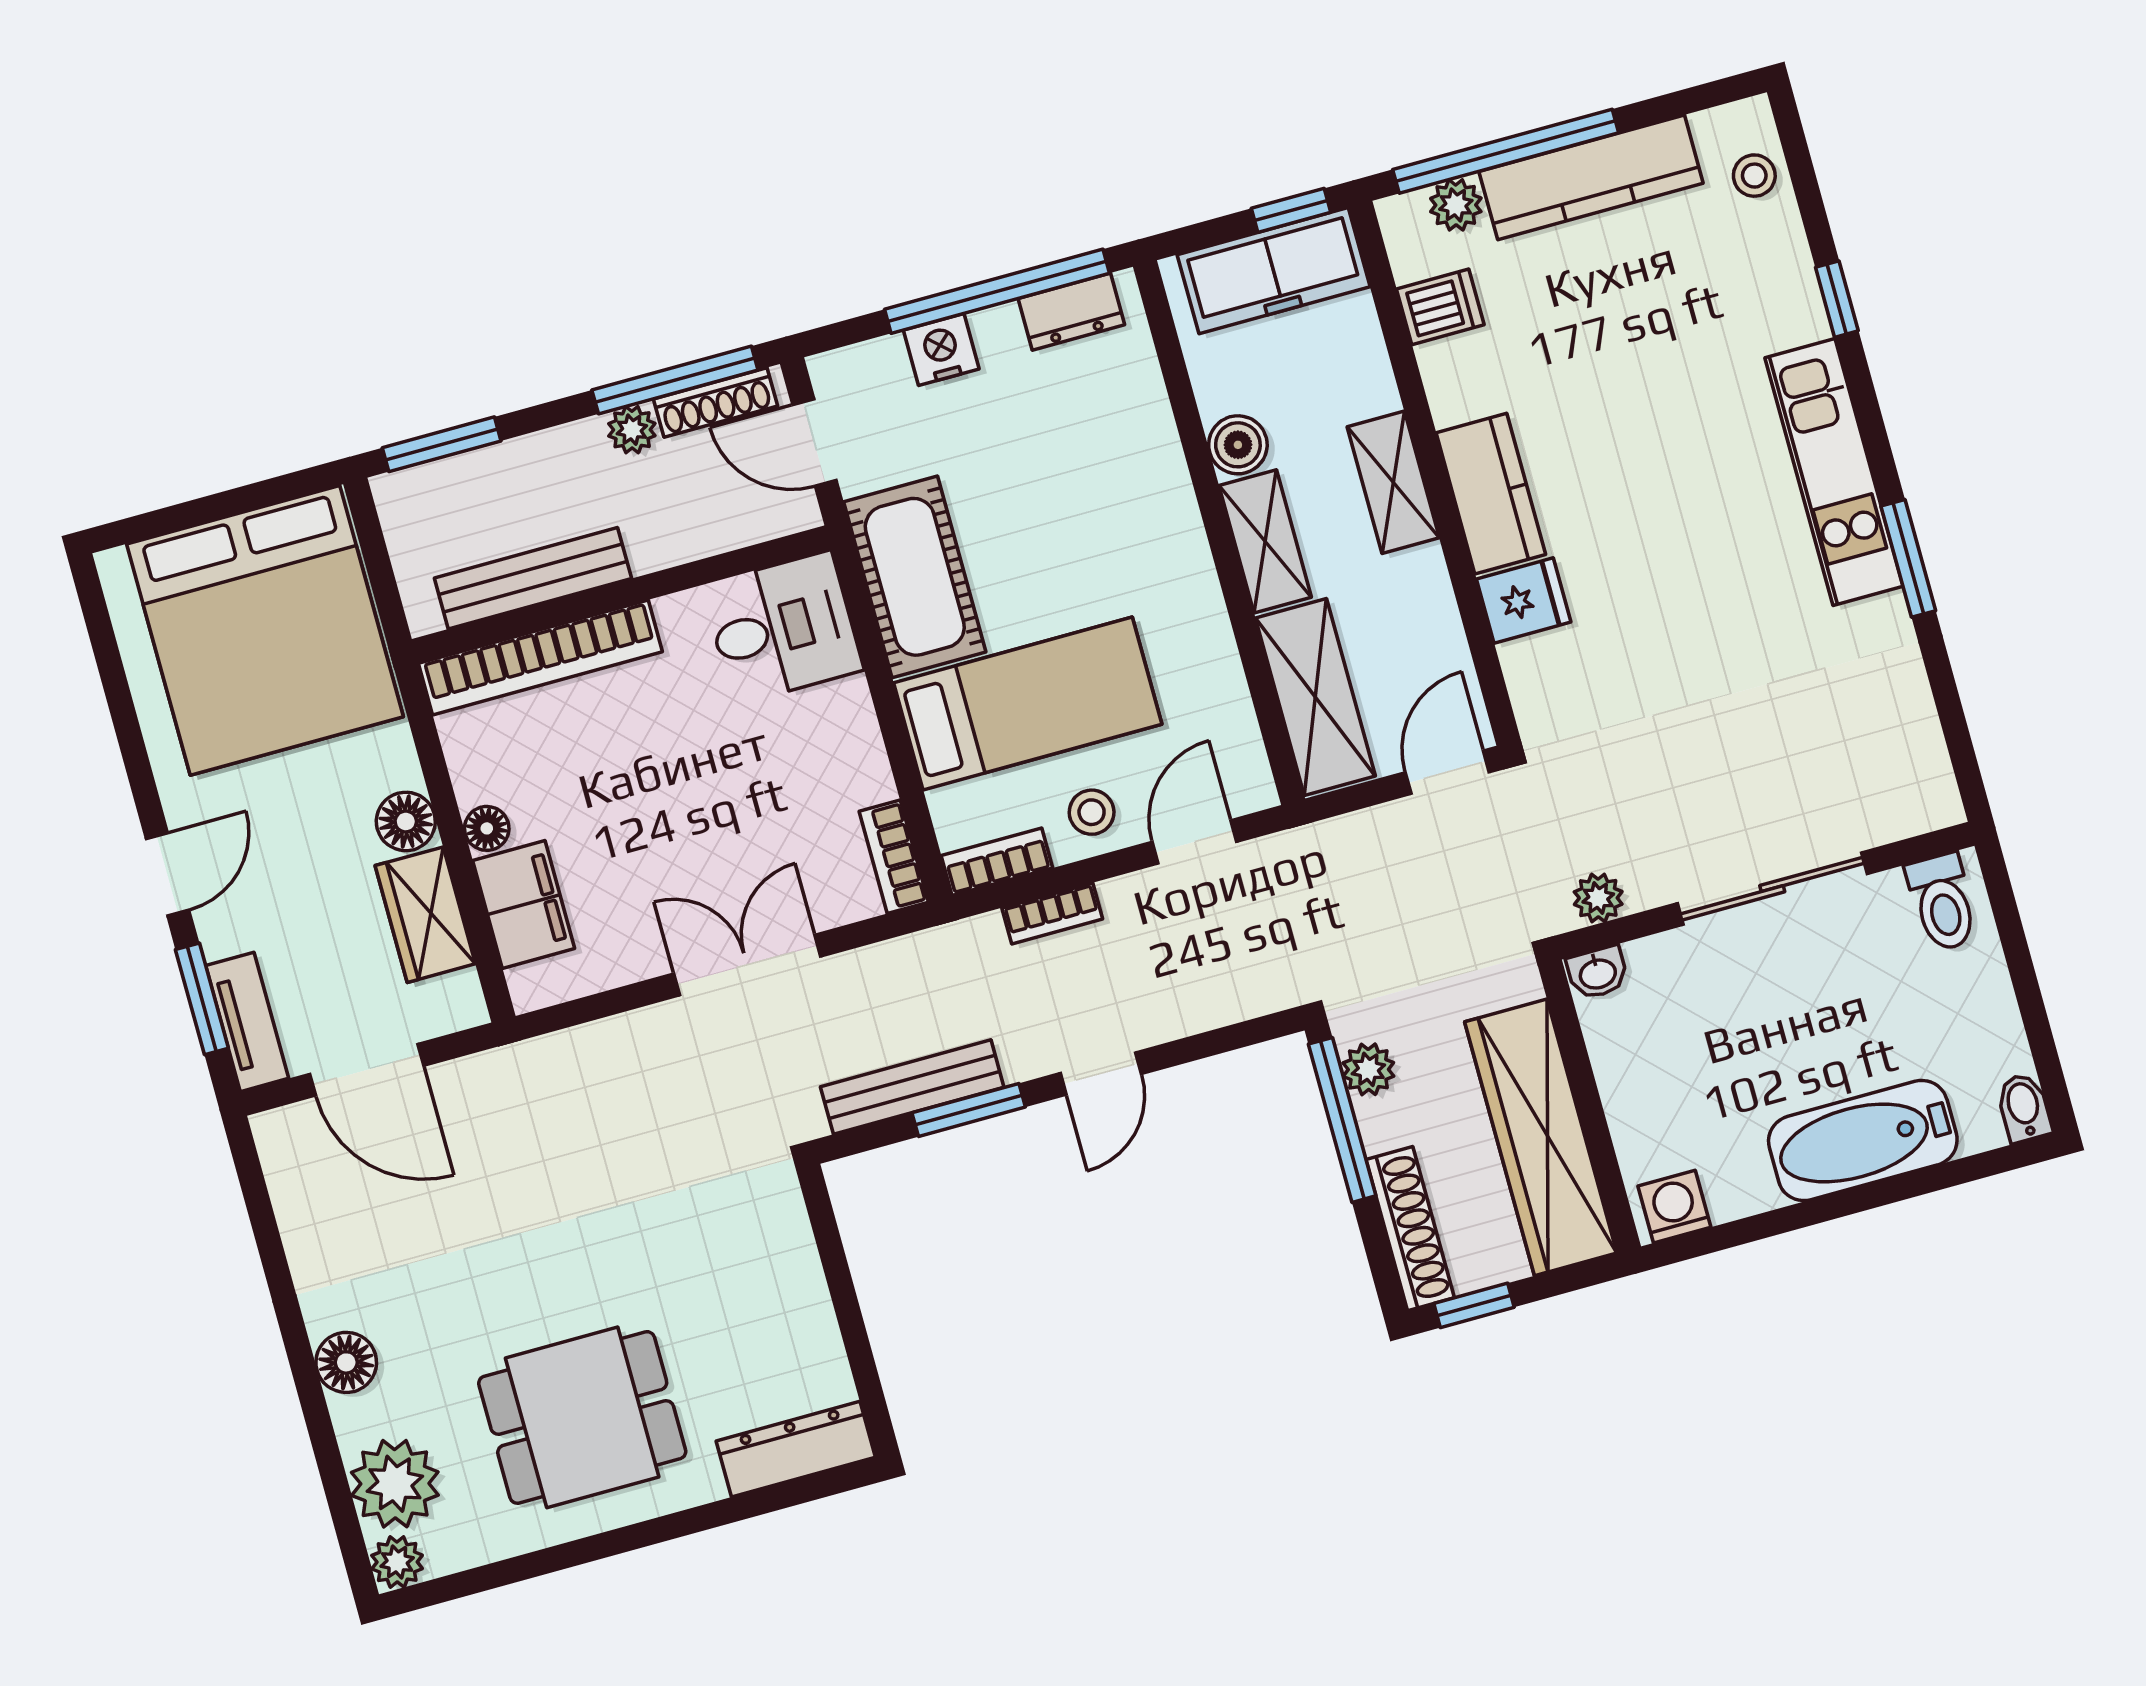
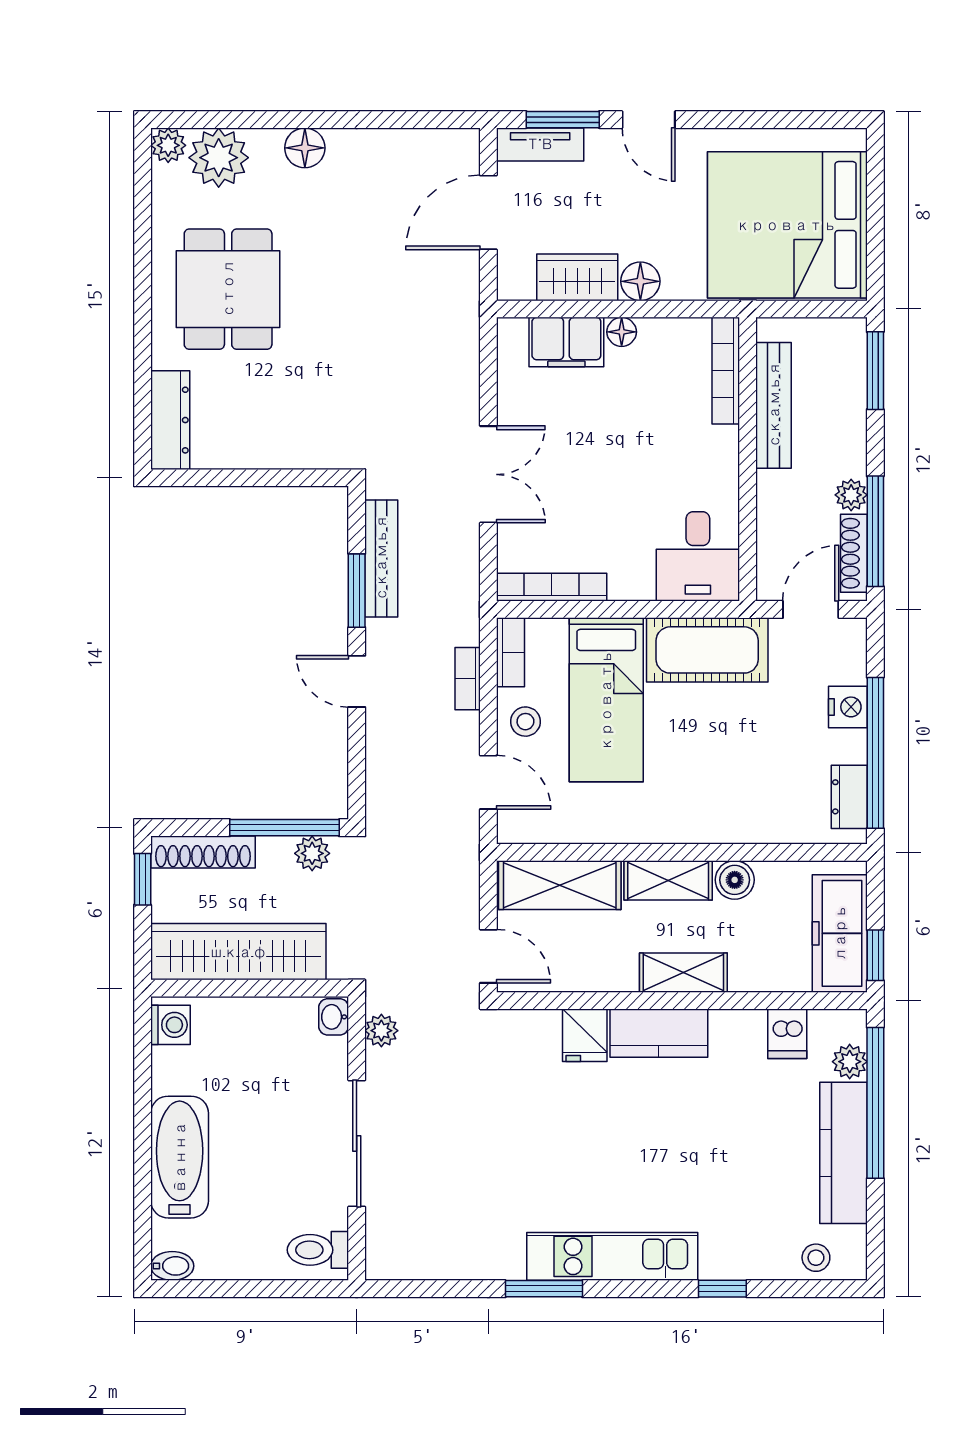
bookcase: (540, 658) -> (726, 371), width x0.68, depth x0.76
bookcase: (894, 857) -> (552, 587), width x1.56

